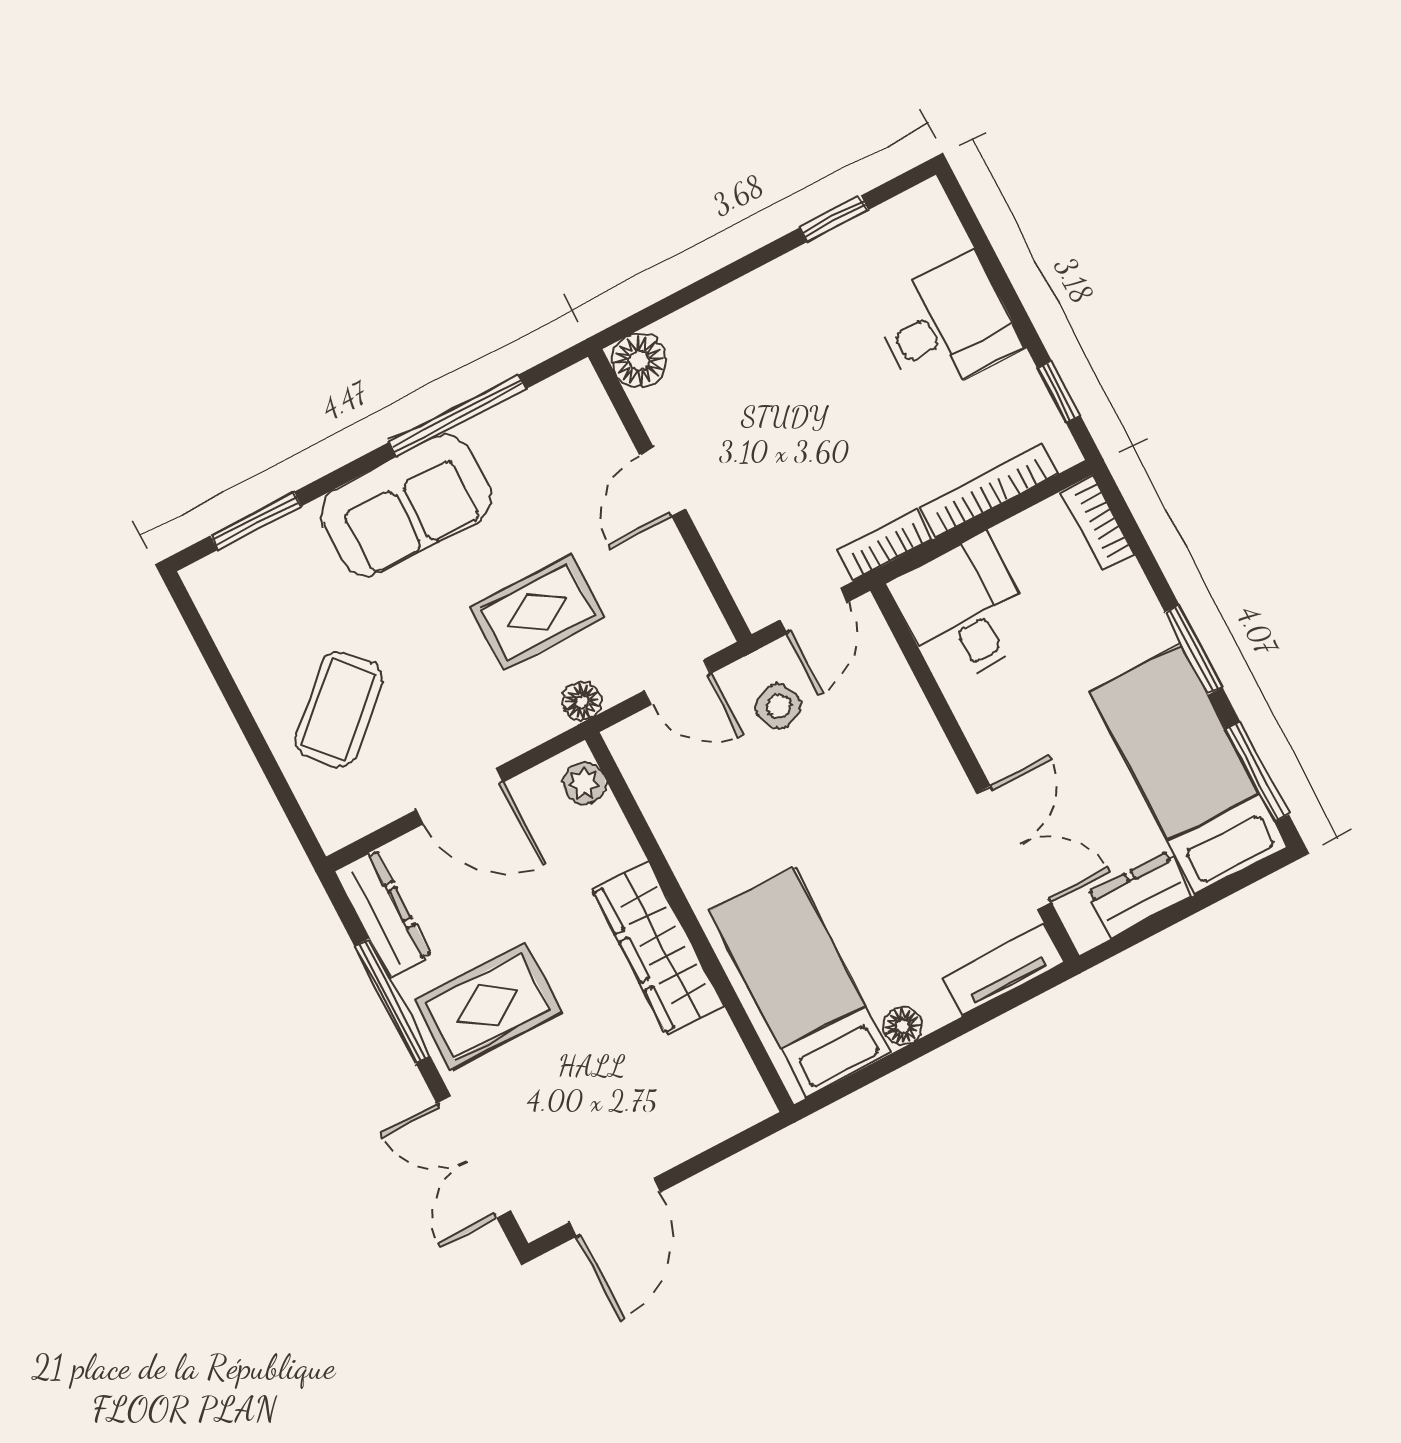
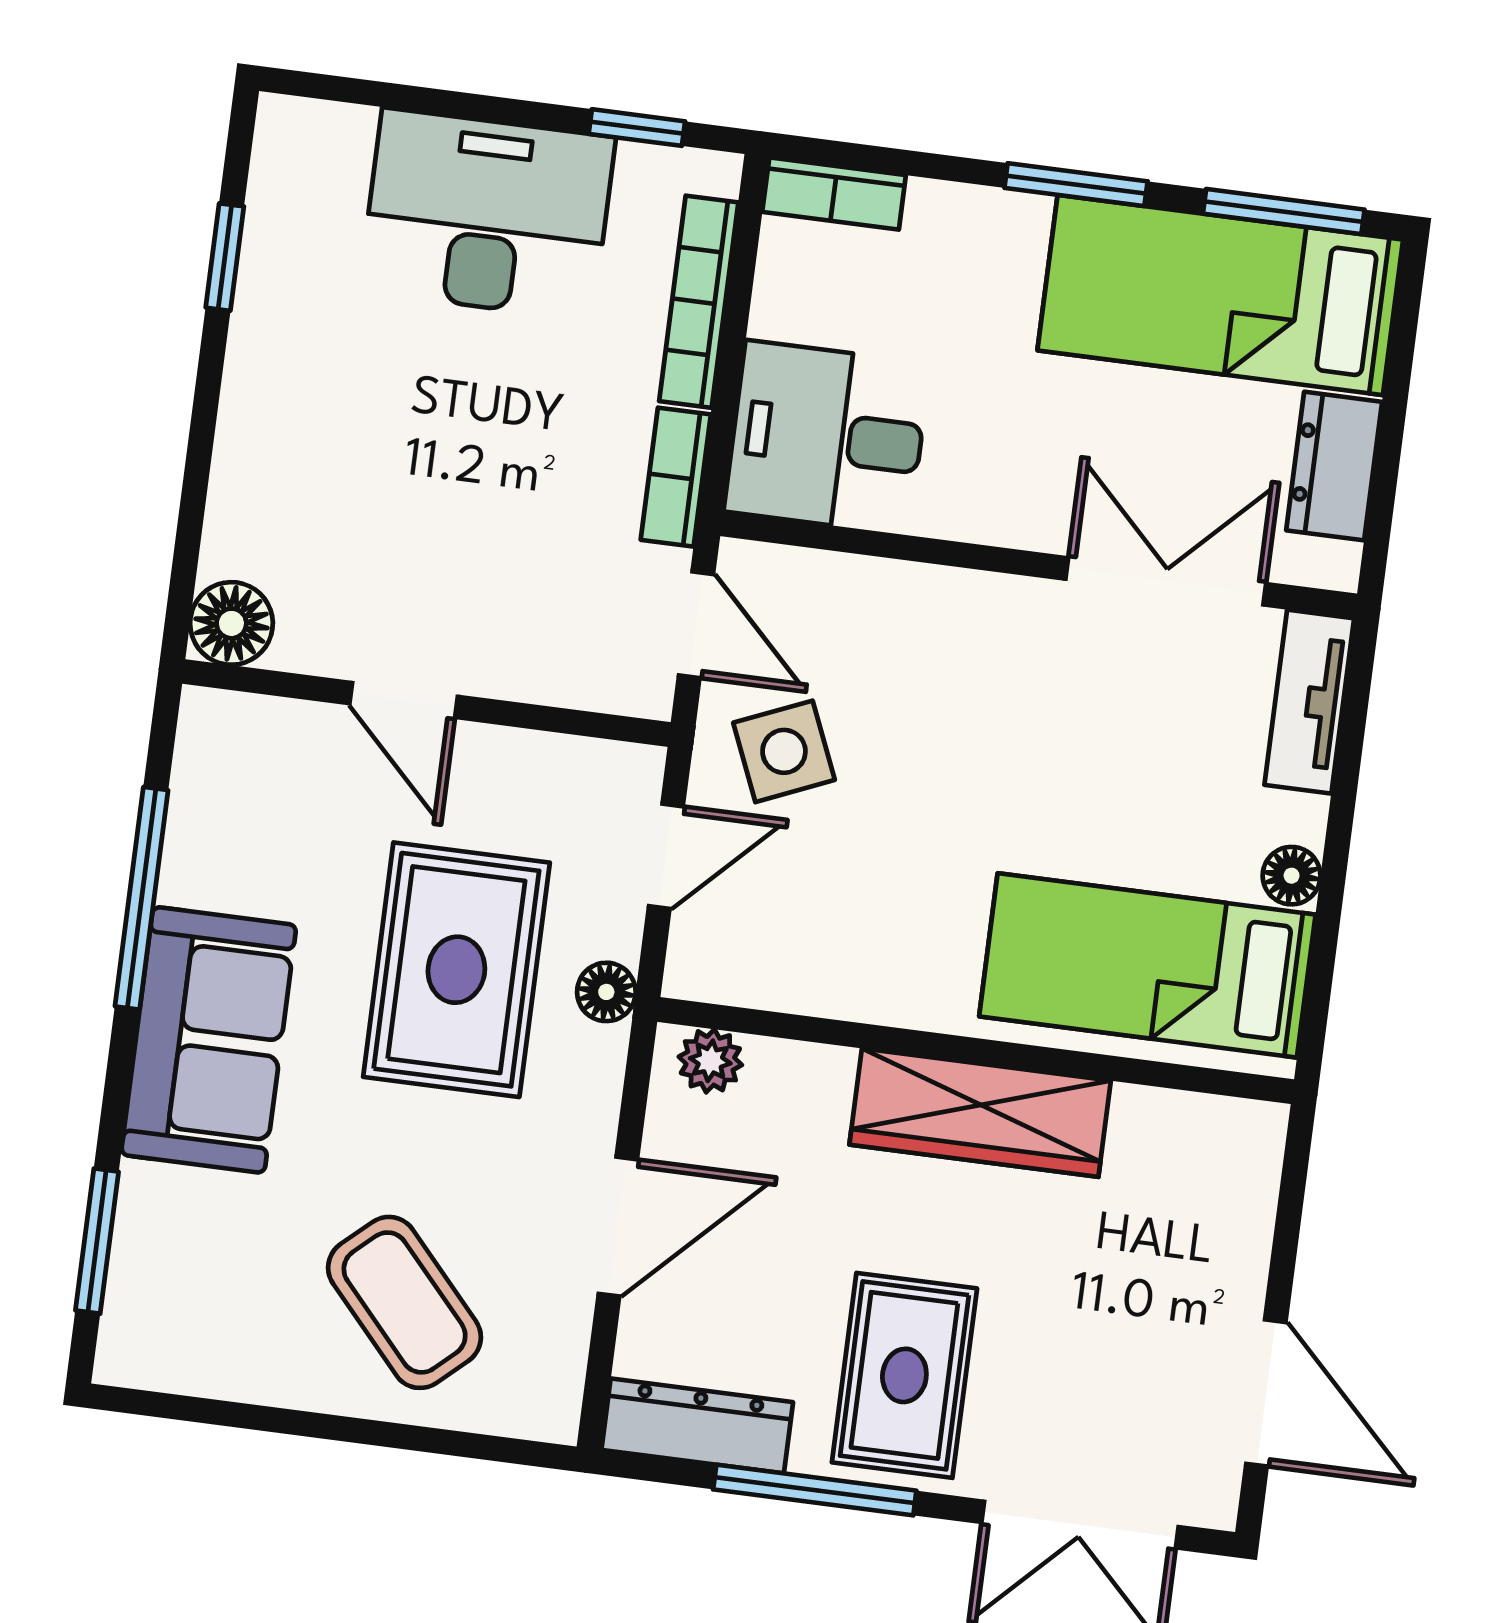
desk: (946, 325) -> (487, 214), width x1.37
rug: (537, 612) -> (456, 970), width x1.36, depth x1.43
side table: (778, 706) -> (784, 751), width x1.37, depth x1.37

